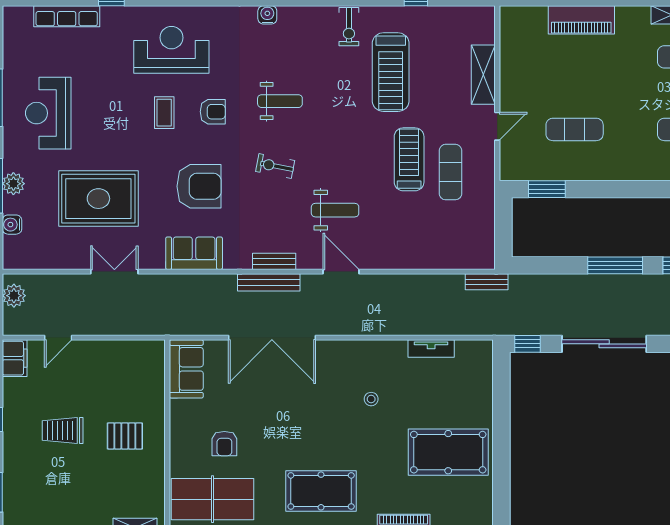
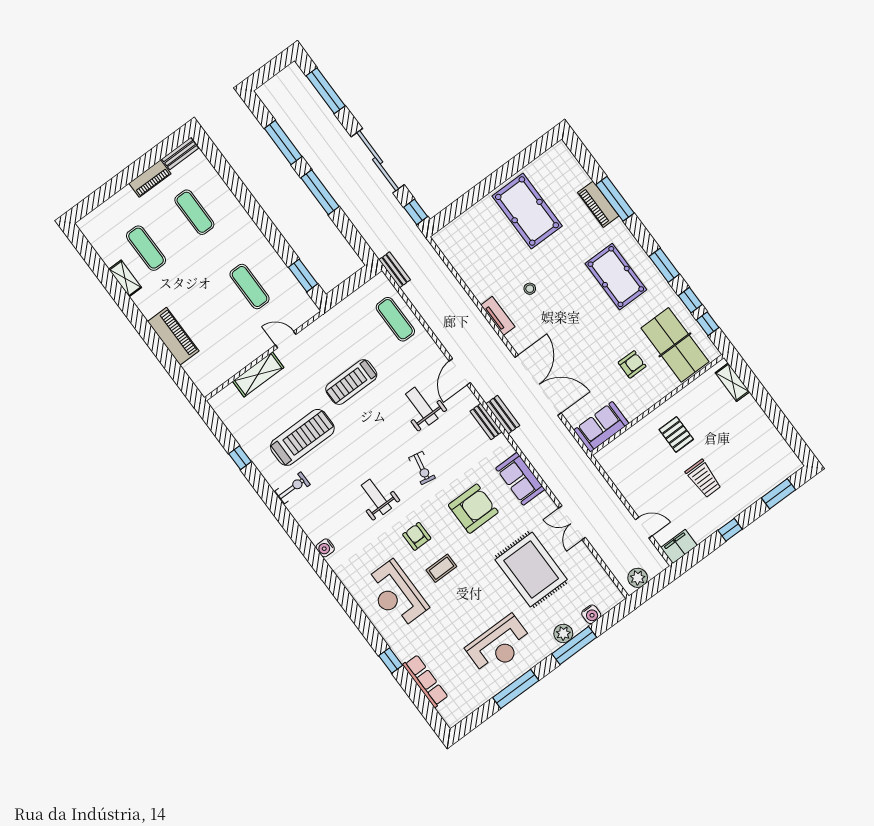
exercise mat: (450, 172) -> (395, 319), moved, turned 90
armchair: (199, 186) -> (473, 509), turned 90
bench: (269, 282) -> (503, 415), width x0.73
tv unit: (431, 348) -> (498, 316), moved

